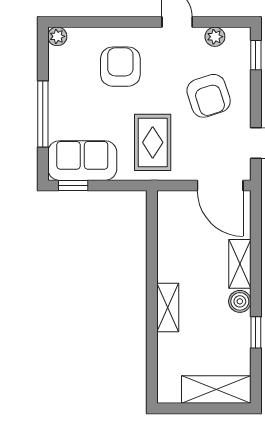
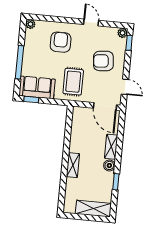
plant: (215, 37) -> (123, 33), moved
armchair: (209, 96) -> (103, 61), turned 103

